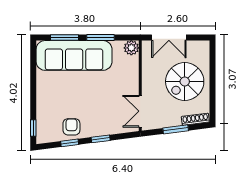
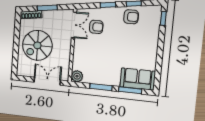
sofa: (74, 55) -> (138, 79), width x0.54, depth x0.79
spiral stairs: (185, 81) -> (37, 45), turned 180
armchair: (113, 111) -> (96, 27), added
armchair: (71, 127) -> (131, 17), turned -90

